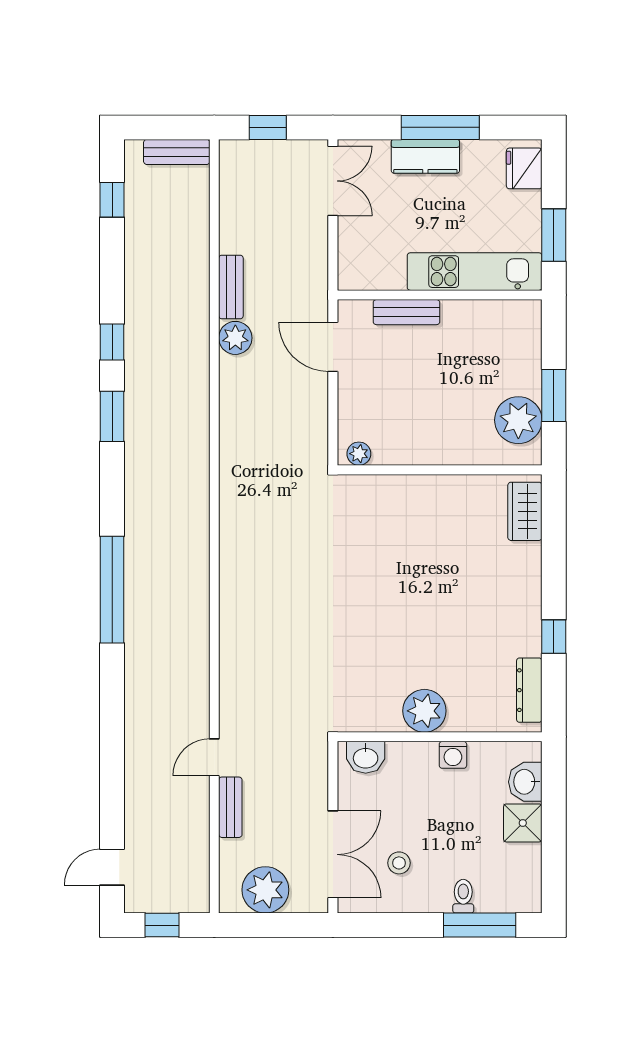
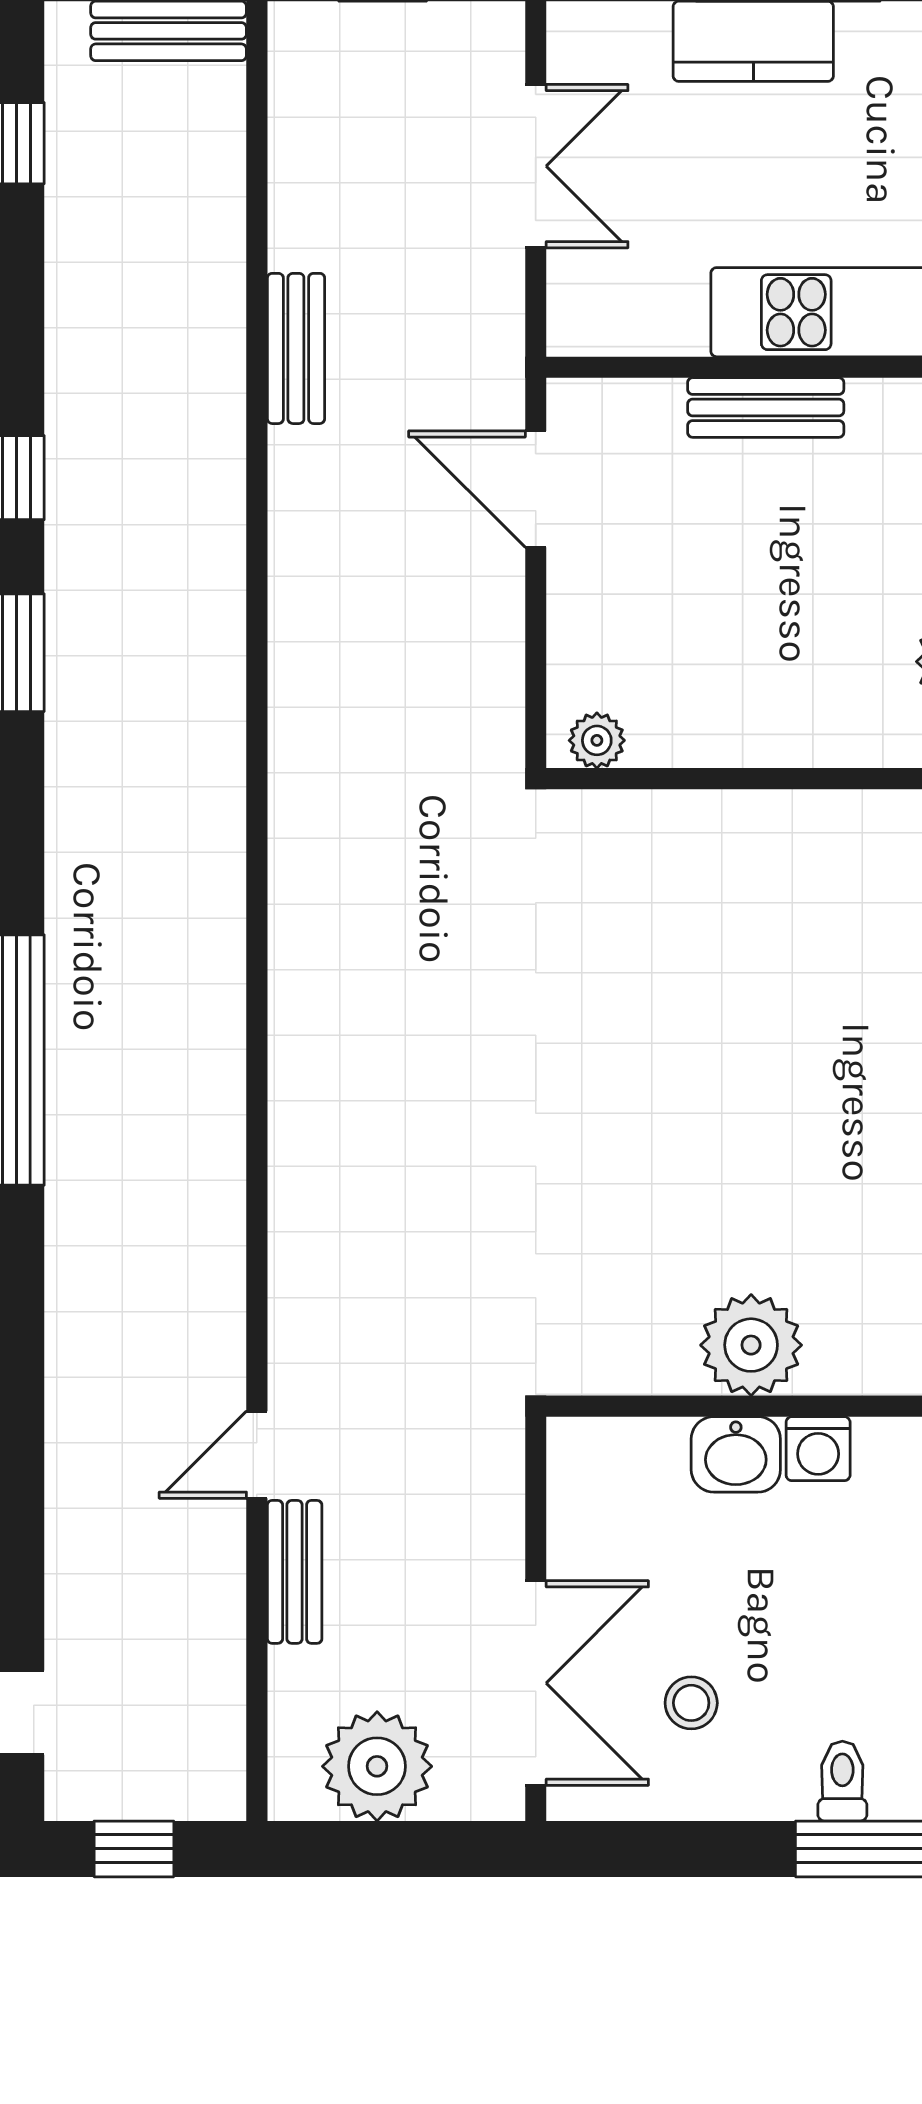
double door: (333, 181) -> (536, 166), moved
bench: (406, 312) -> (766, 407), moved
plant: (235, 338) -> (306, 468), removed
washbasin: (366, 757) -> (736, 1454), moved

